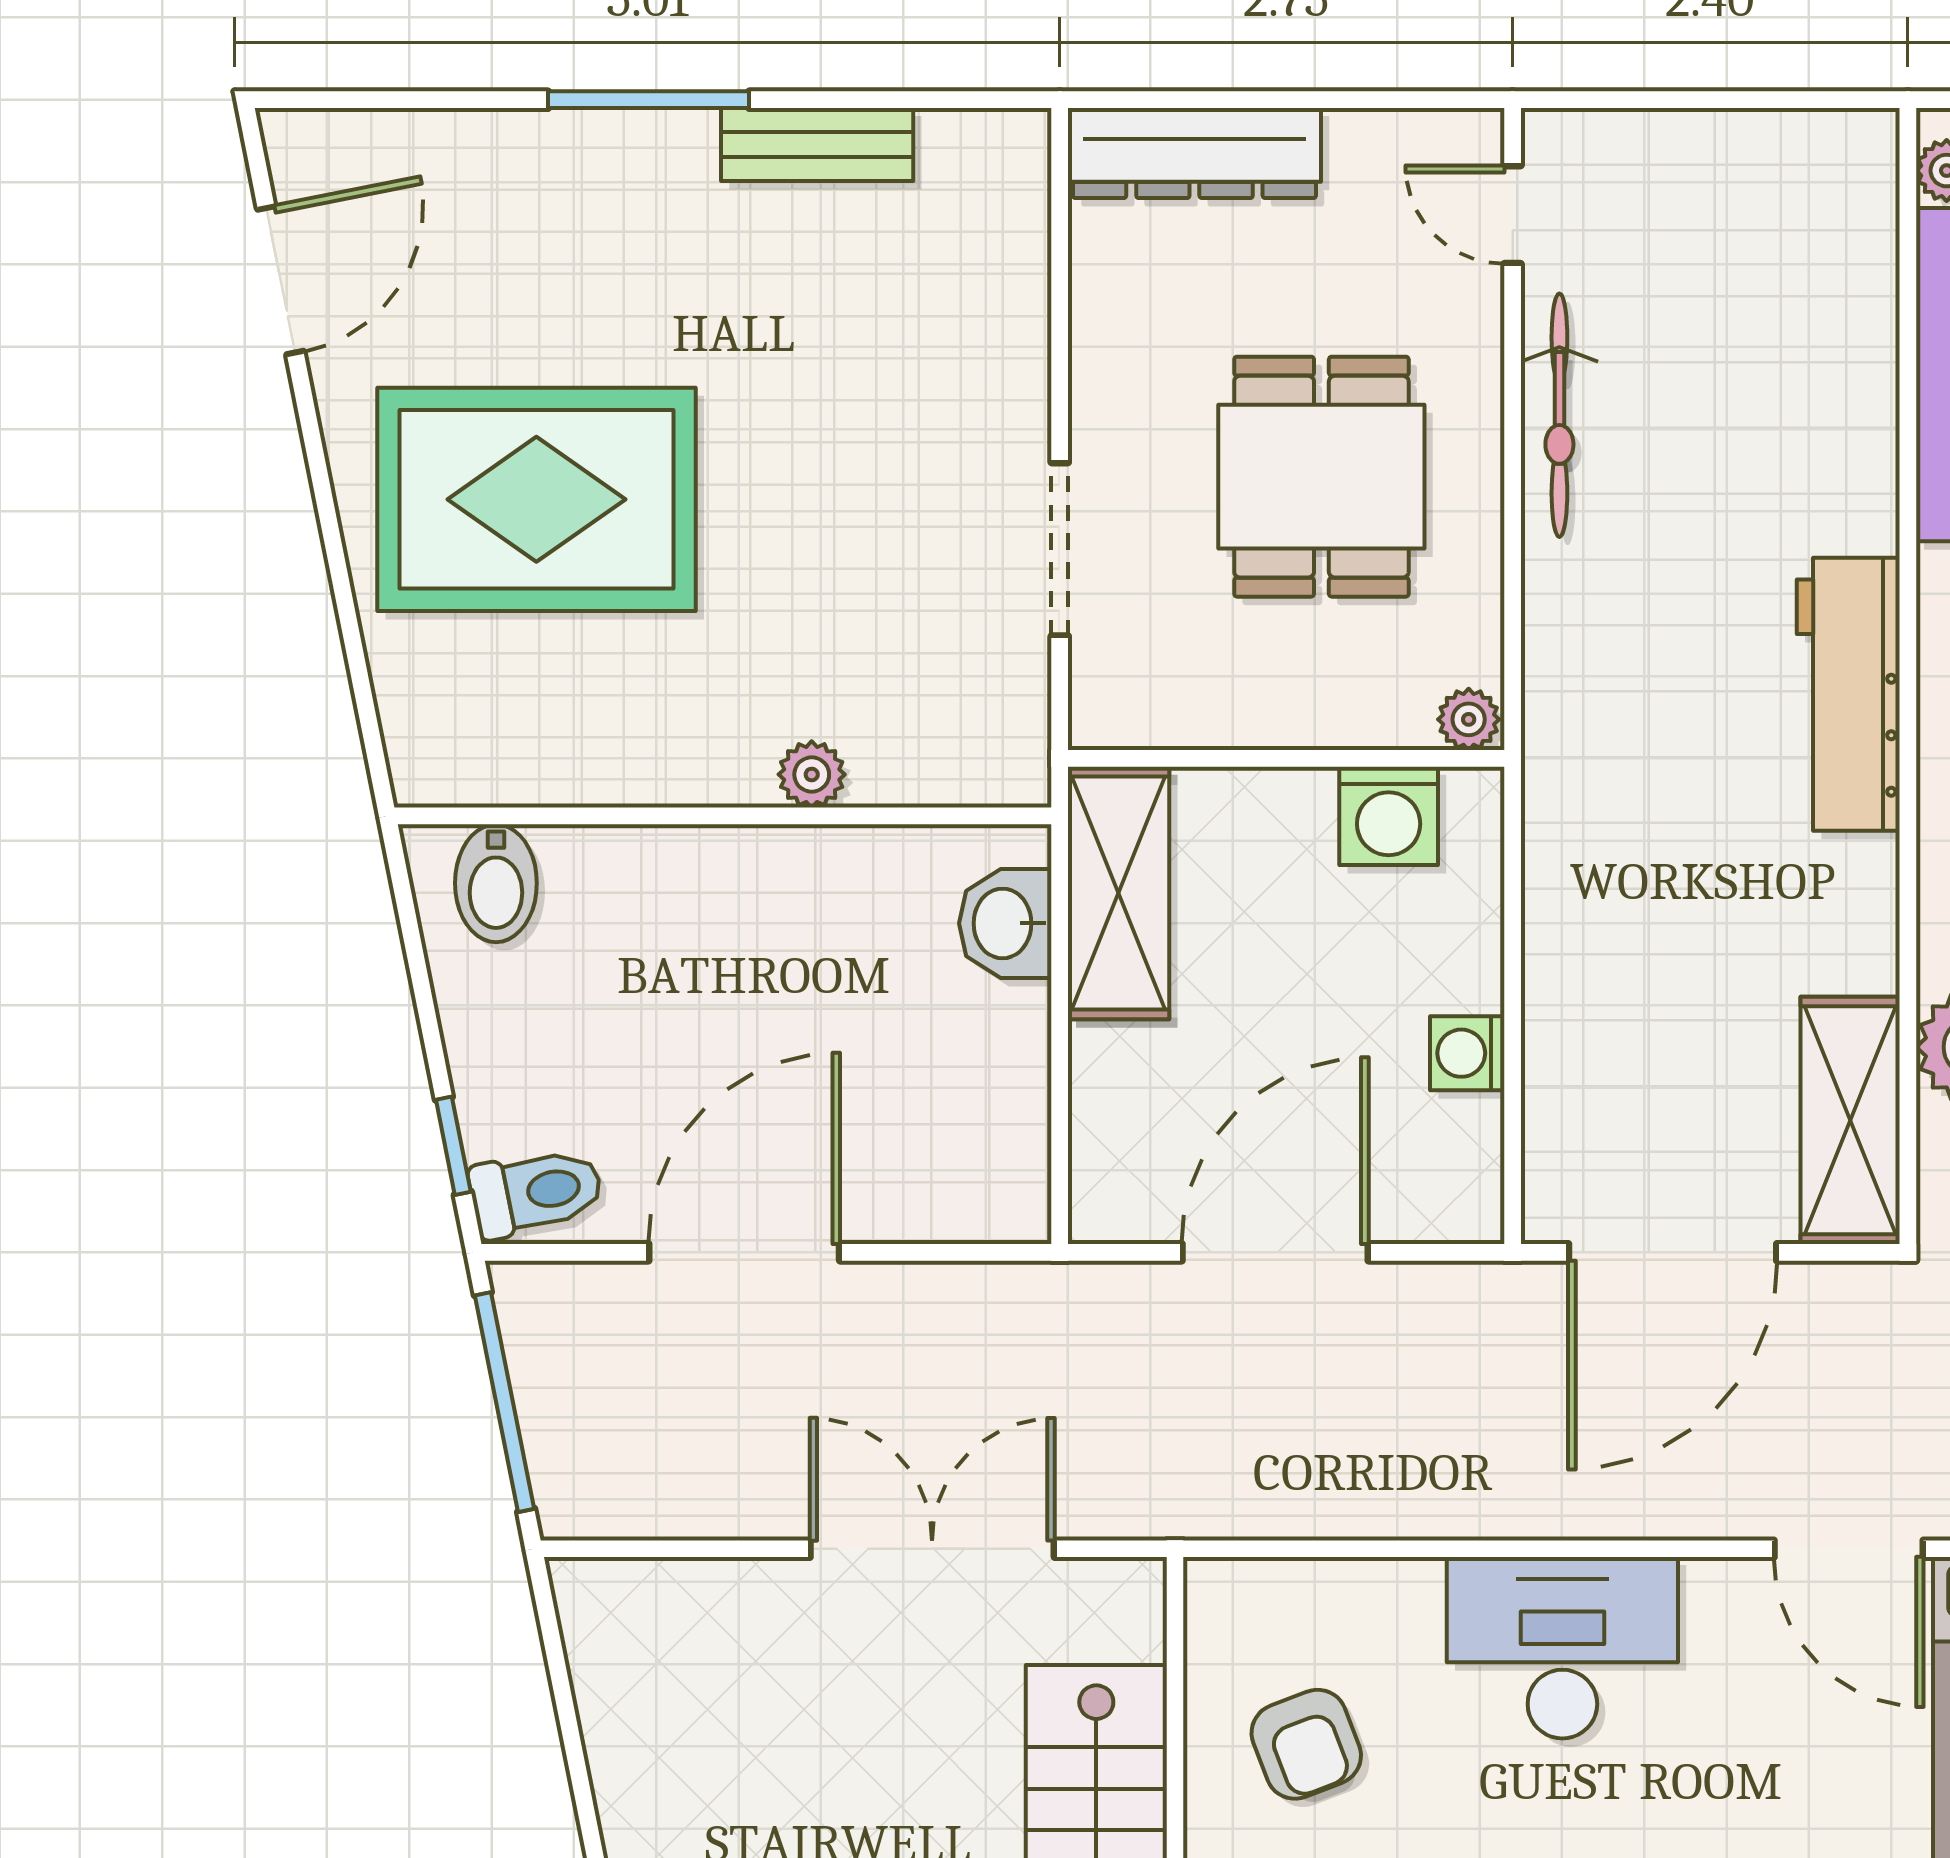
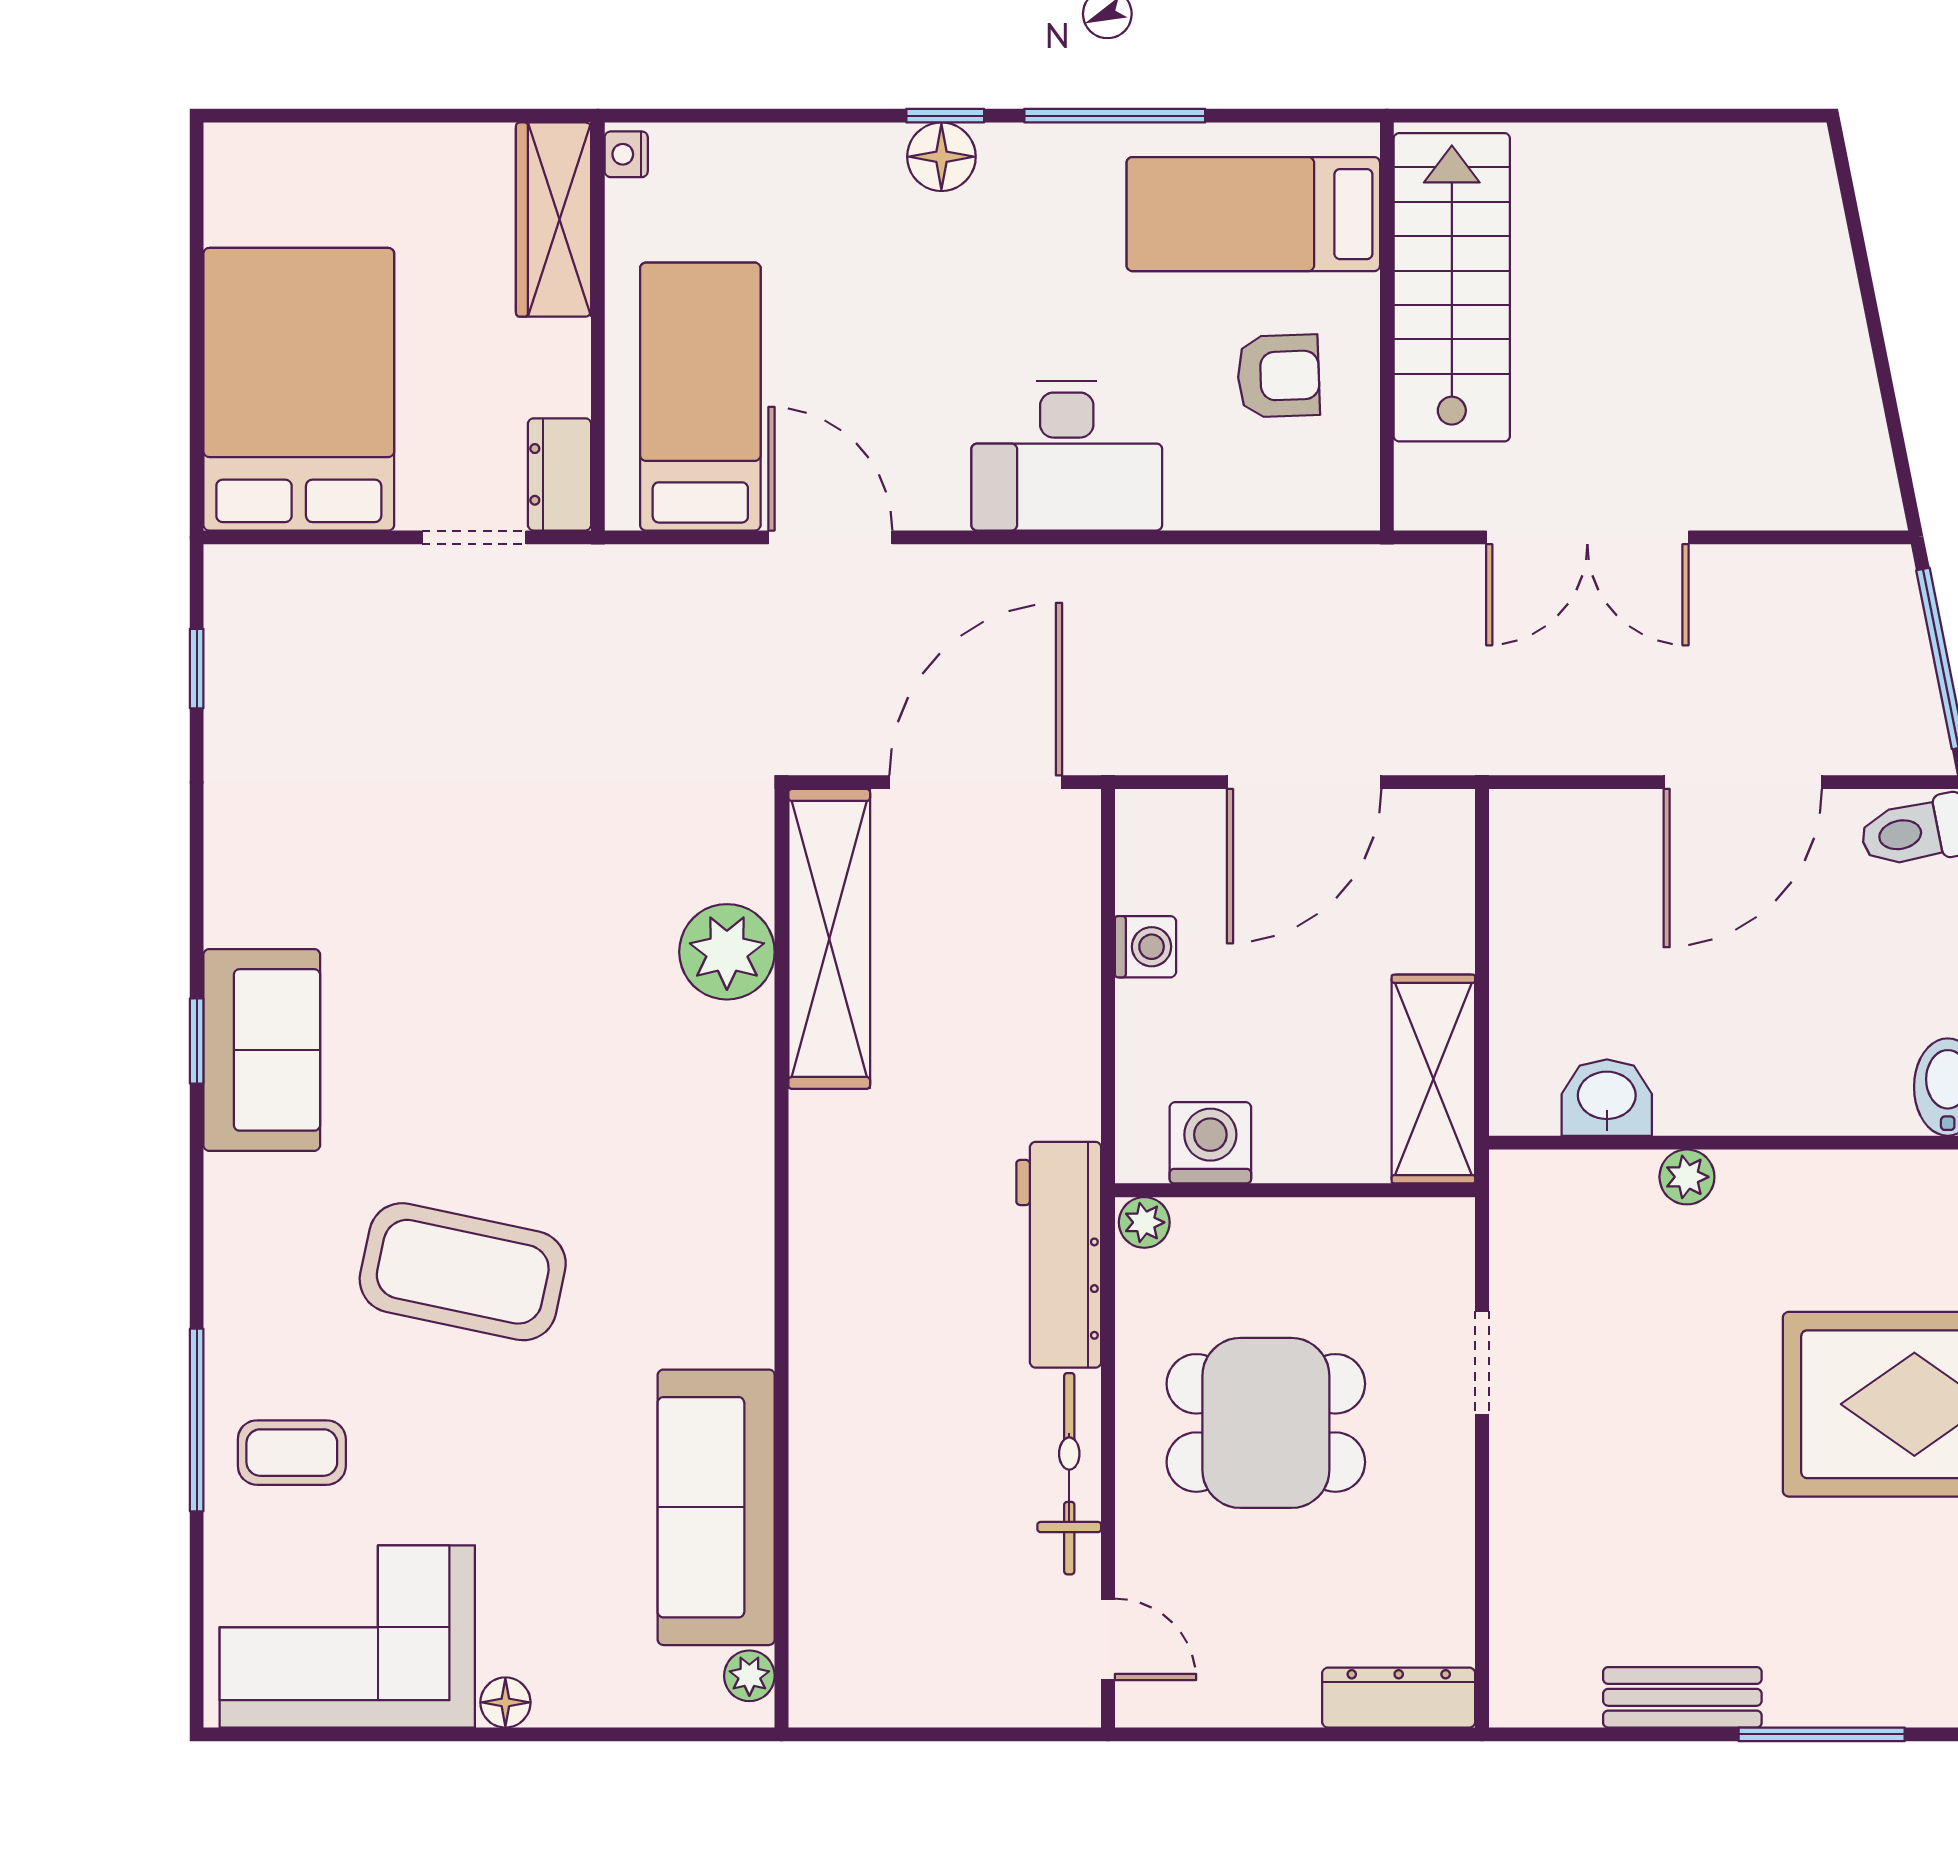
dresser: (1194, 153) -> (1399, 1698), width x0.73, depth x0.80
dining table: (1321, 477) -> (1266, 1423), turned 90
doorway: (1060, 549) -> (1482, 1363), width x0.73
workbench: (1848, 694) -> (1059, 1255), moved, turned 180
washbasin: (1005, 923) -> (1607, 1098), moved, turned -90
shelving: (1850, 1120) -> (829, 939), width x1.47
armchair: (1306, 1744) -> (1278, 376), turned 109

